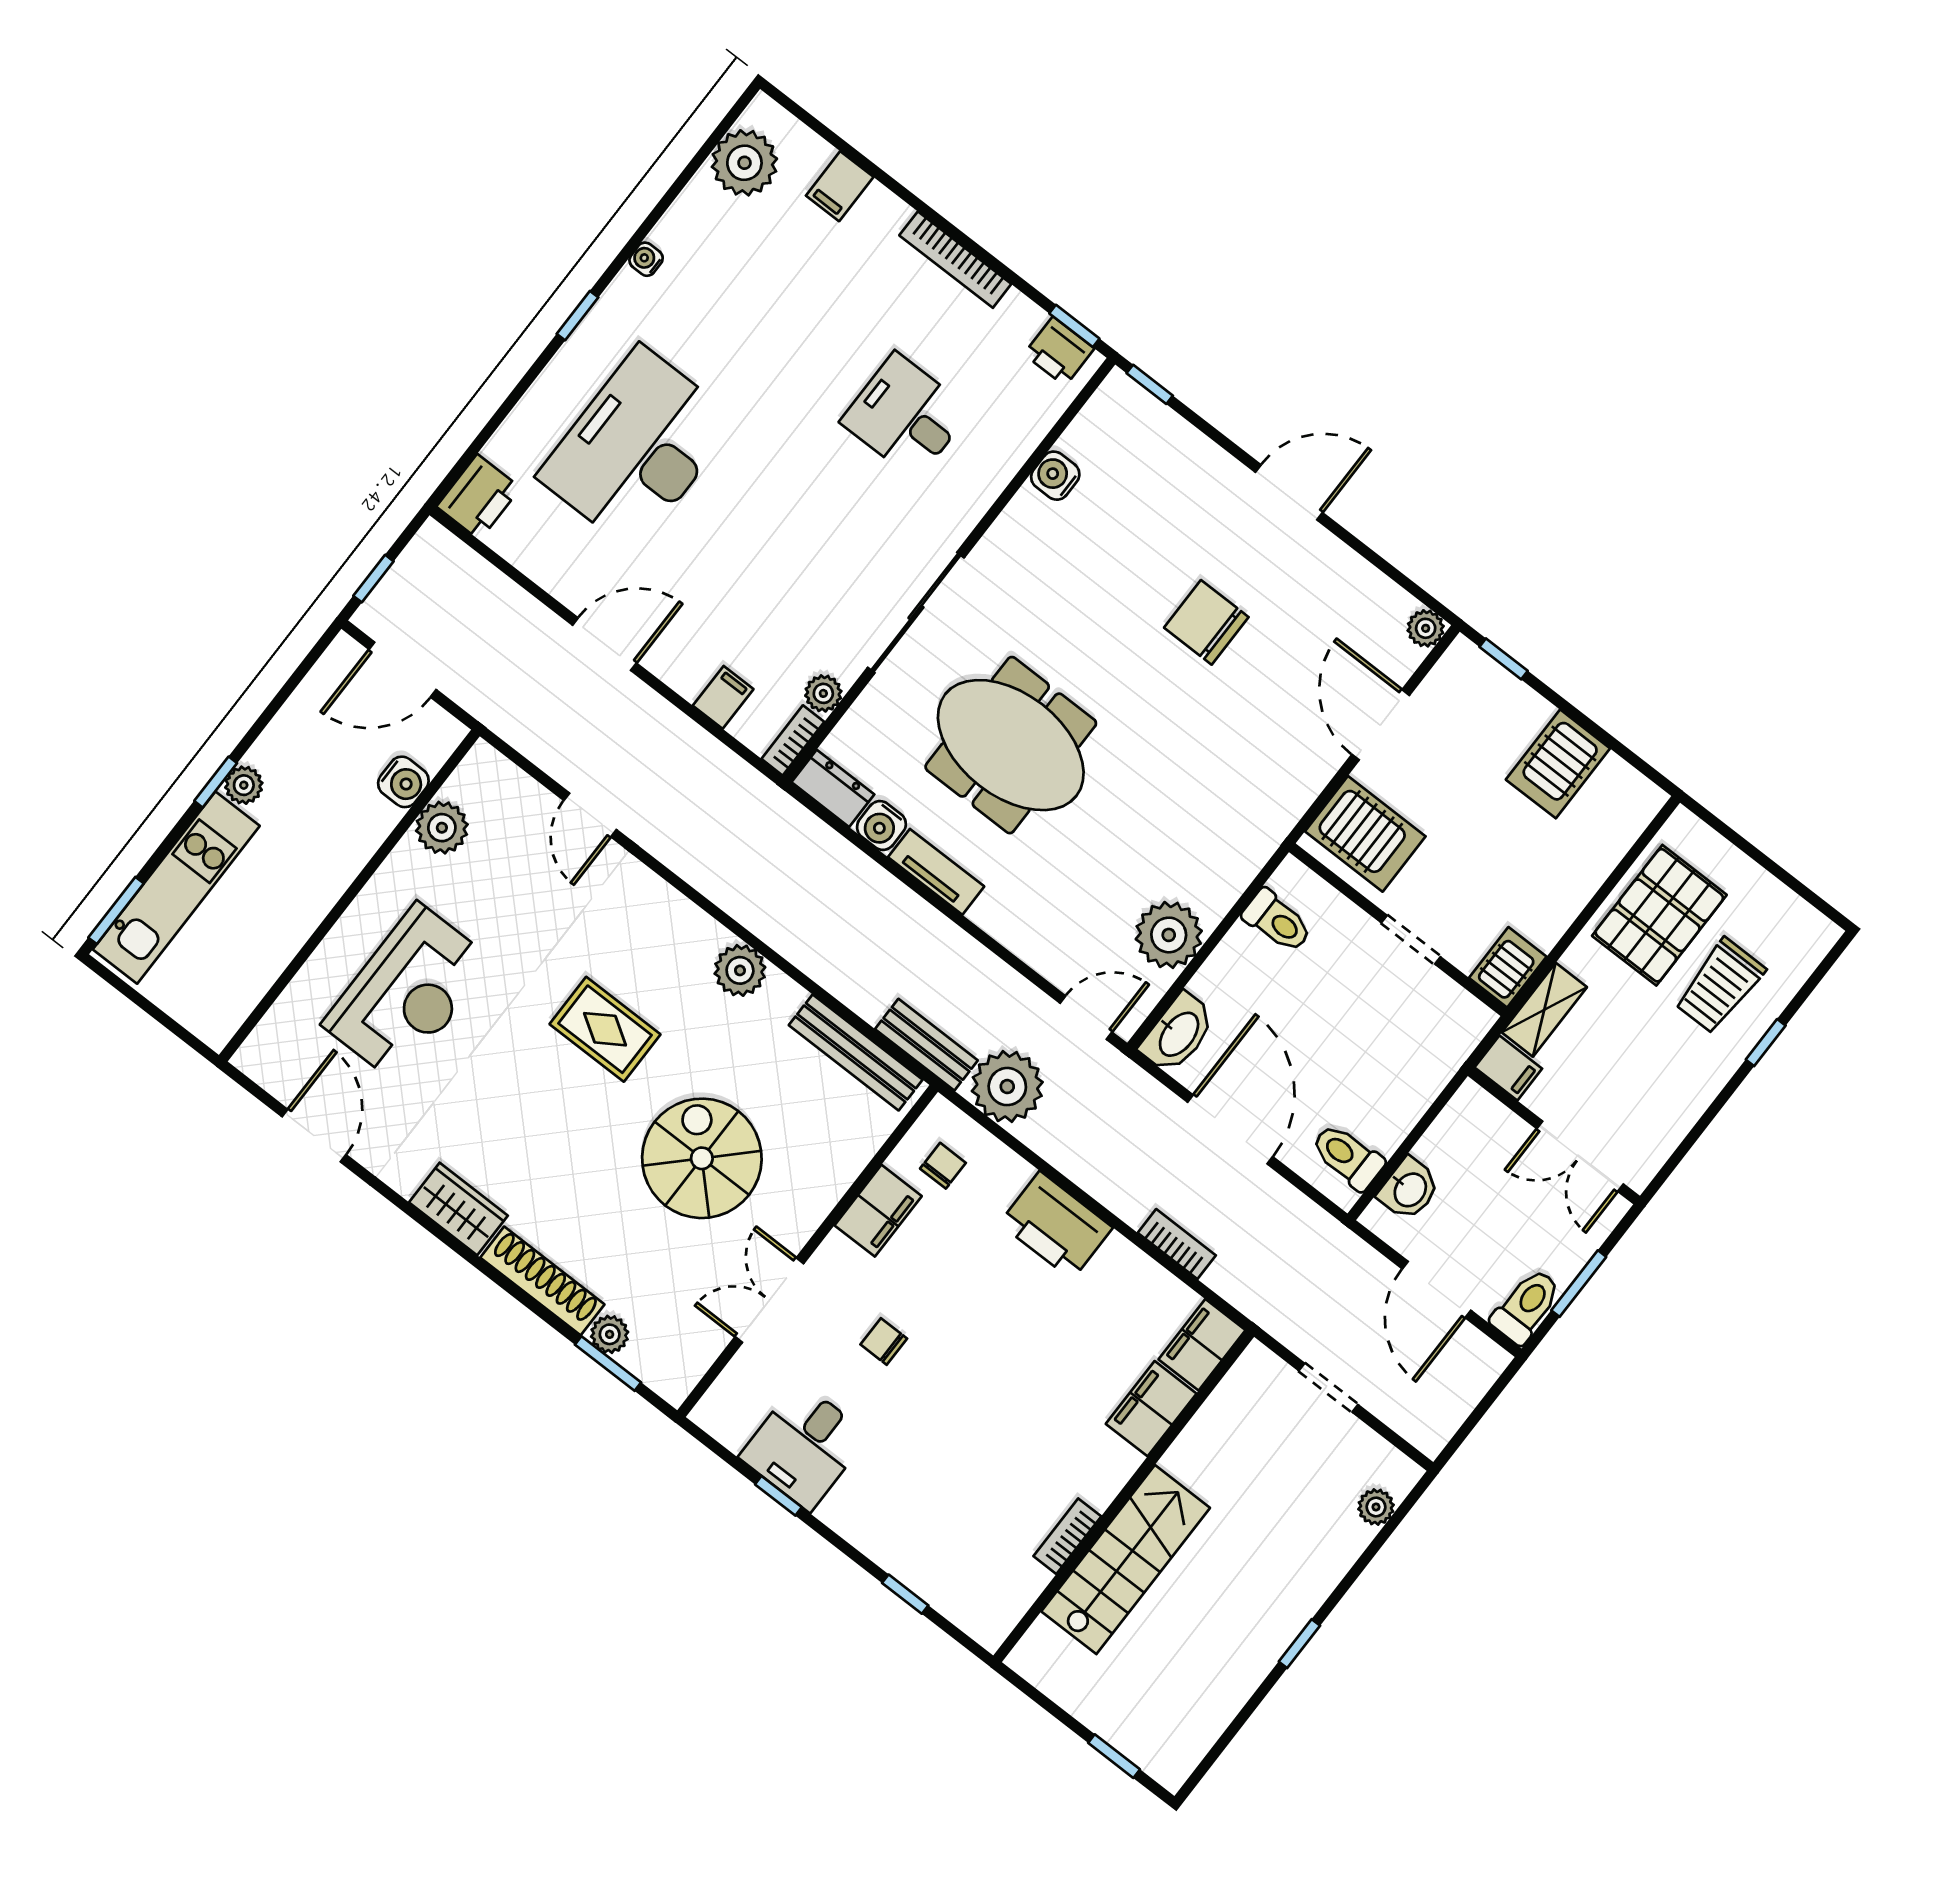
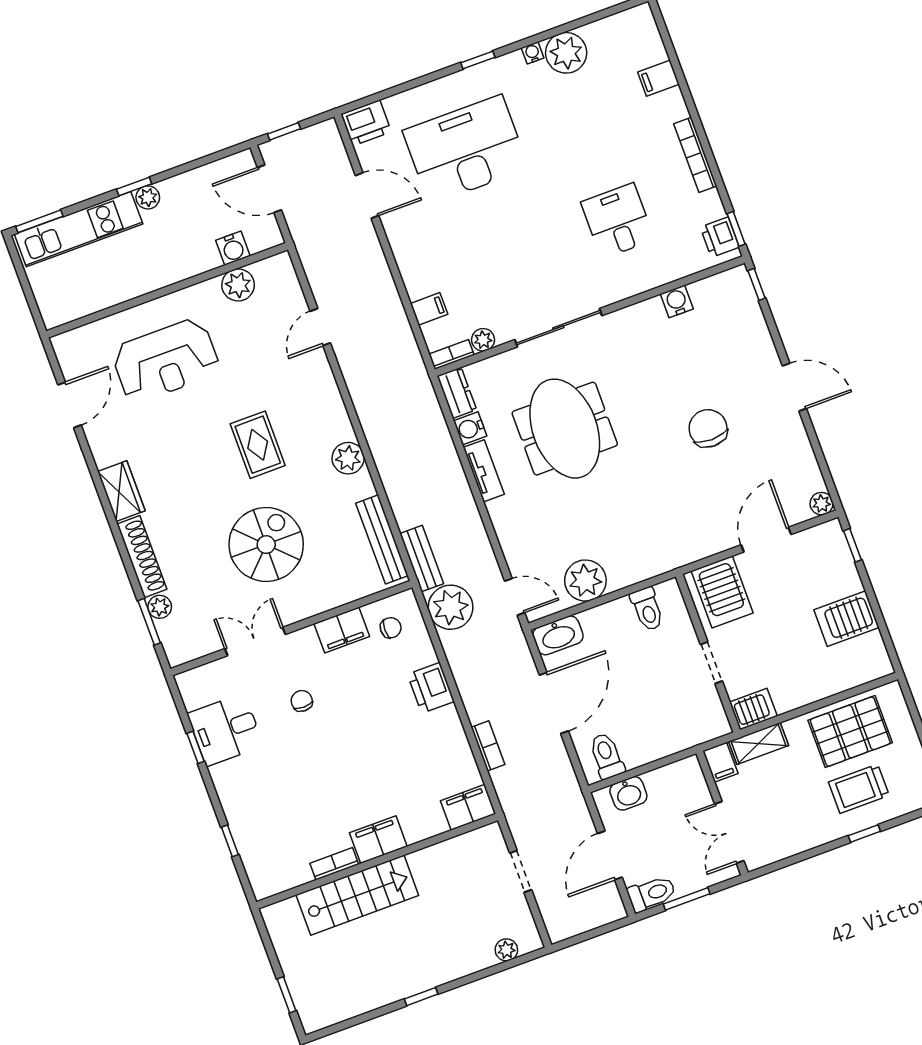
plant: (744, 163) -> (566, 53), moved
door: (604, 644) -> (367, 195), moved
printer: (1056, 1225) -> (431, 688), width x0.73, depth x0.84
filing cabinet: (1151, 1409) -> (378, 840), moved

